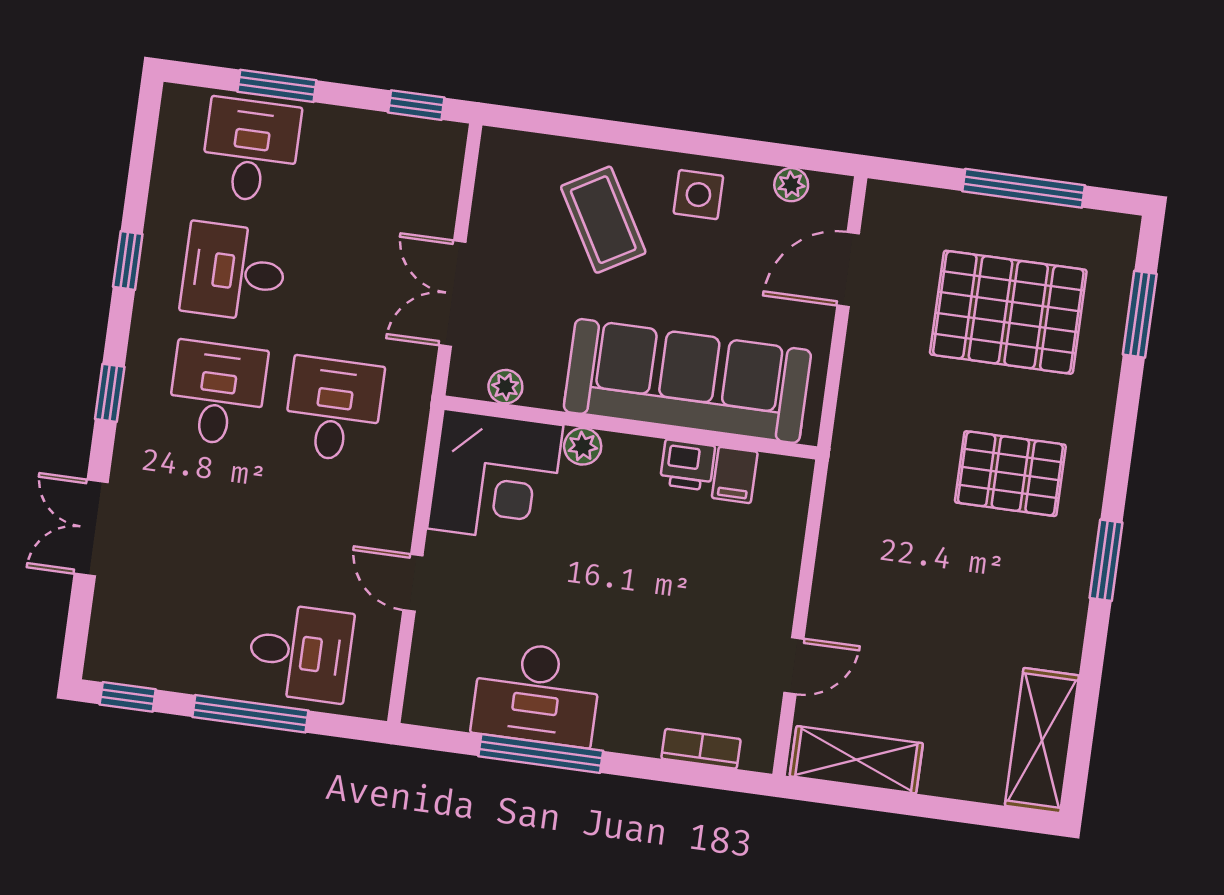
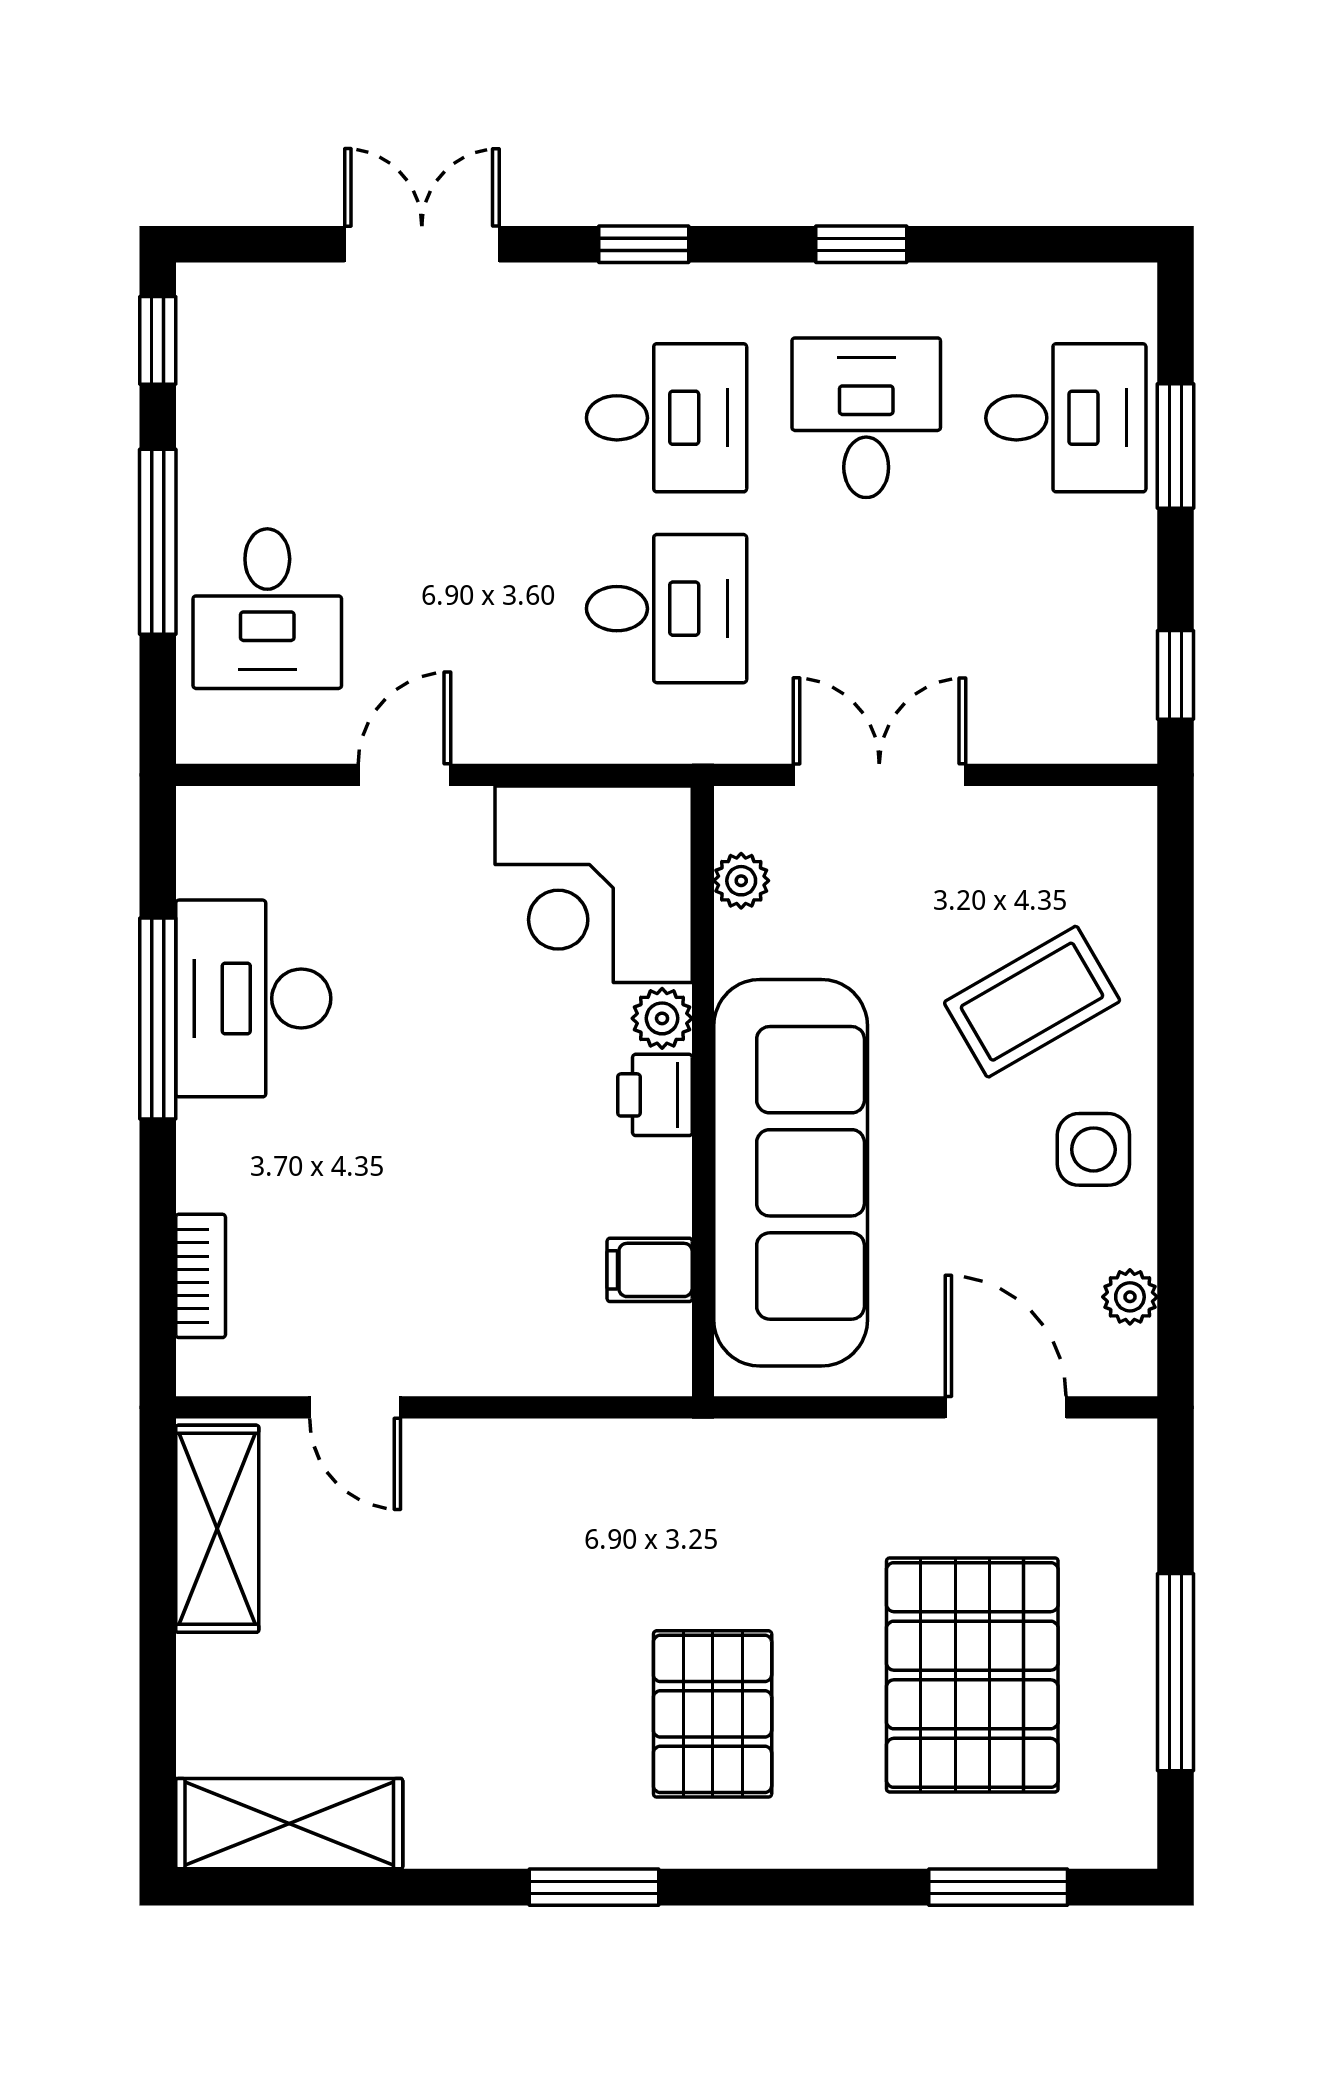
printer: (687, 465) -> (655, 1095), moved

